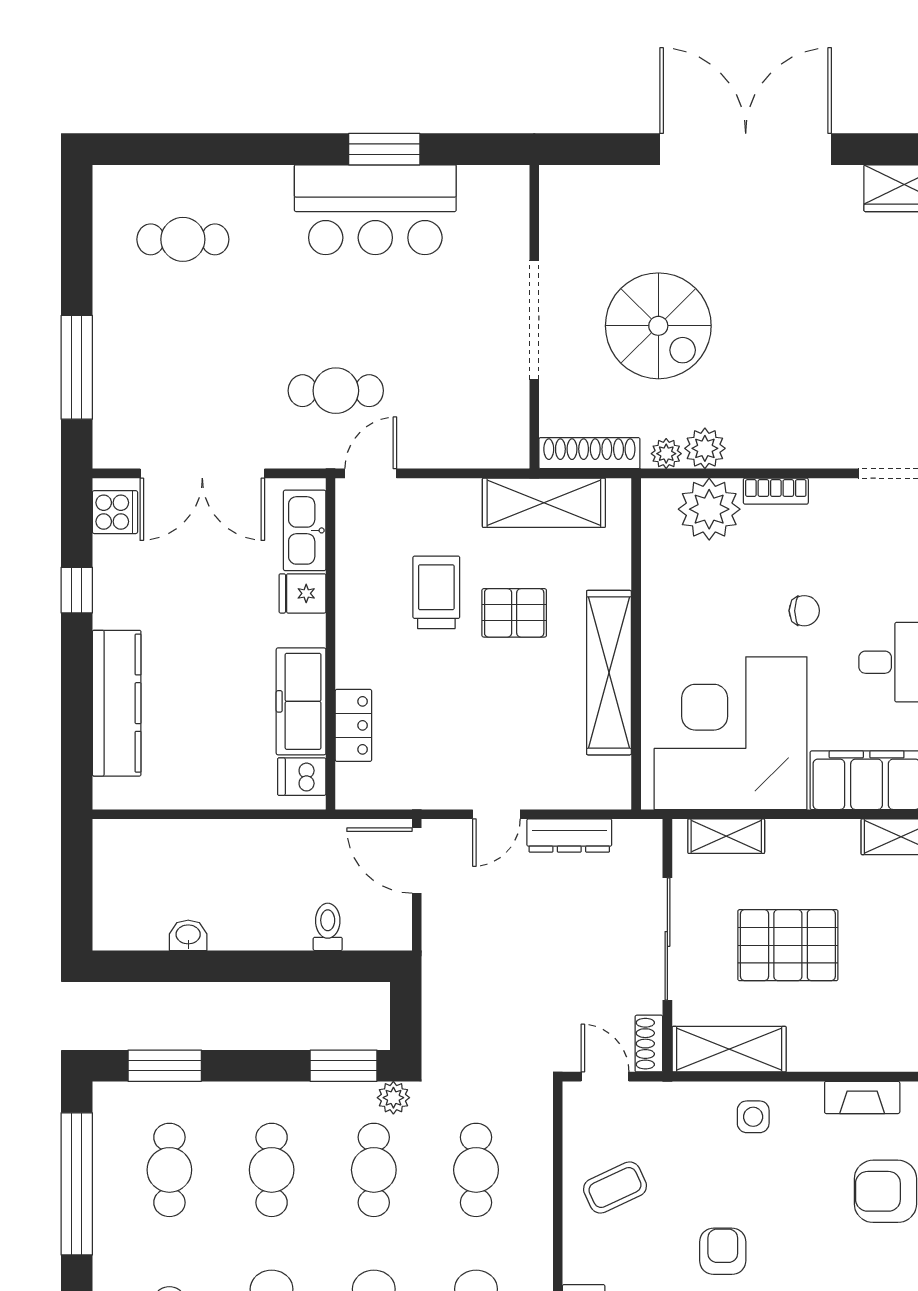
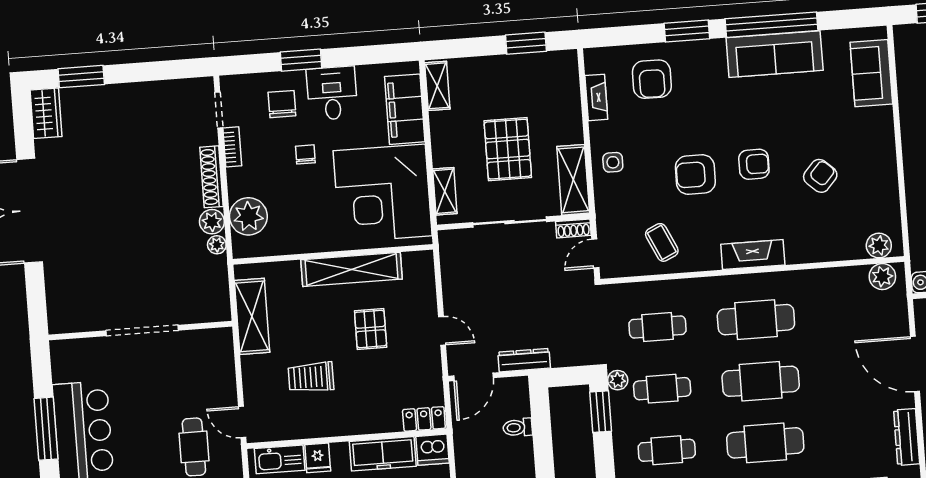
window: (384, 149) -> (46, 429), width x1.44
spiral stairs: (658, 326) -> (140, 255), removed
shoe rack: (589, 453) -> (211, 177), moved
bookcase: (776, 491) -> (232, 147), moved
chair: (890, 578) -> (282, 104), added
pallet: (514, 613) -> (371, 329), moved
locker: (353, 725) -> (424, 419), moved
dishwasher: (302, 777) -> (432, 450), width x1.38
dresser: (569, 836) -> (524, 360), moved, turned -90
armchair: (723, 1251) -> (695, 175), width x1.38, depth x1.38

